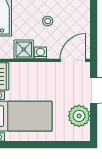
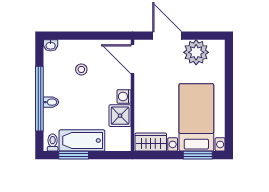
stool: (48, 21) -> (81, 69), moved

